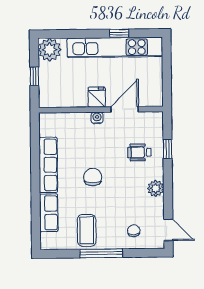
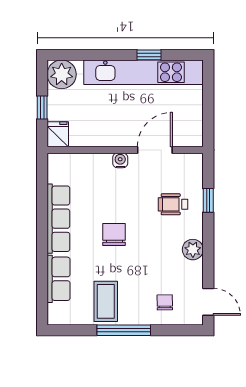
fridge: (97, 97) -> (58, 134), moved

